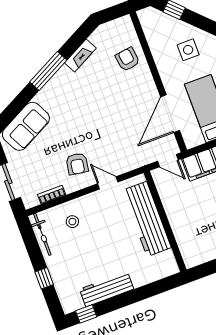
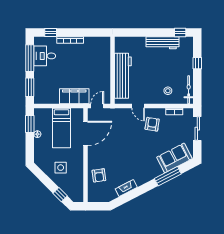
window: (48, 71) -> (168, 176), moved
door: (168, 161) -> (97, 106), hinge flipped

